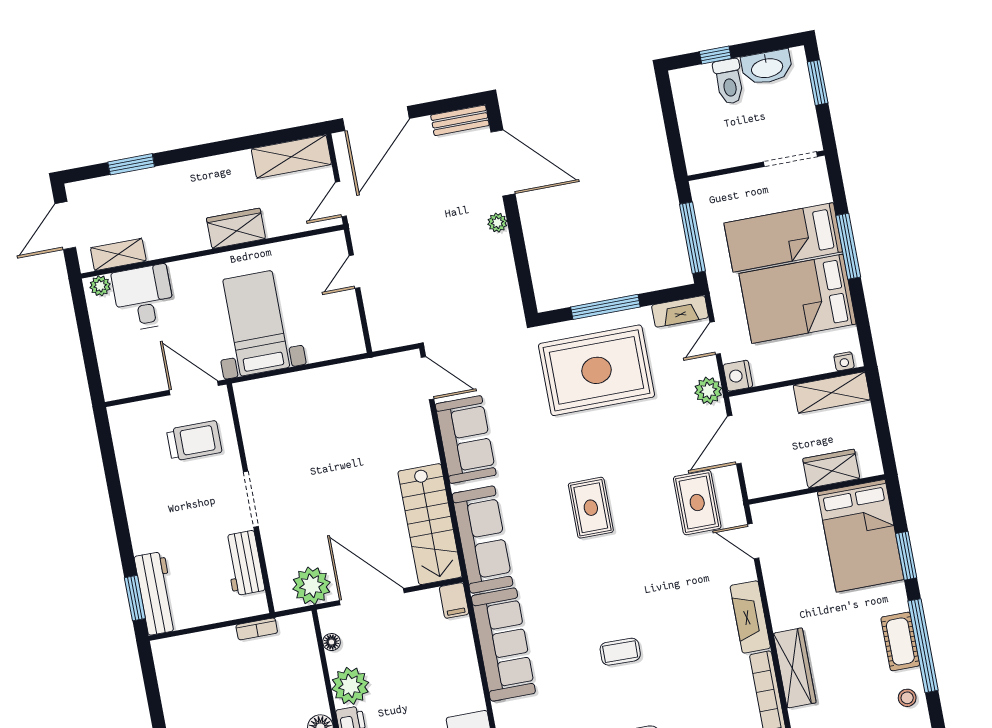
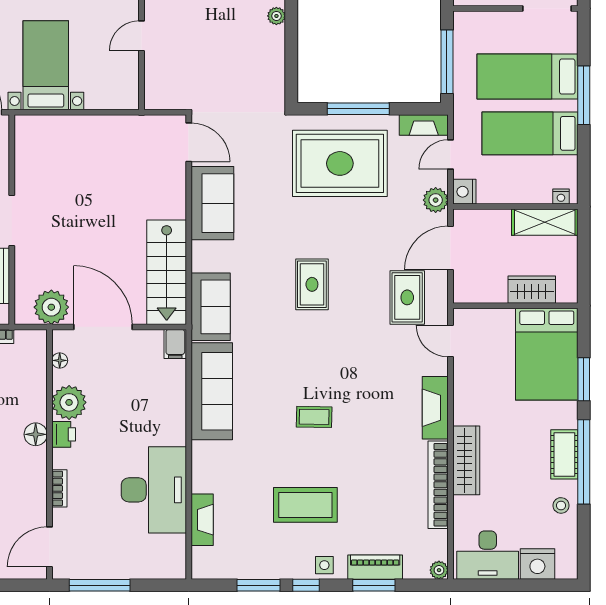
bed: (797, 299) -> (530, 133), width x0.67
sofa: (482, 540) -> (211, 307), width x0.73

